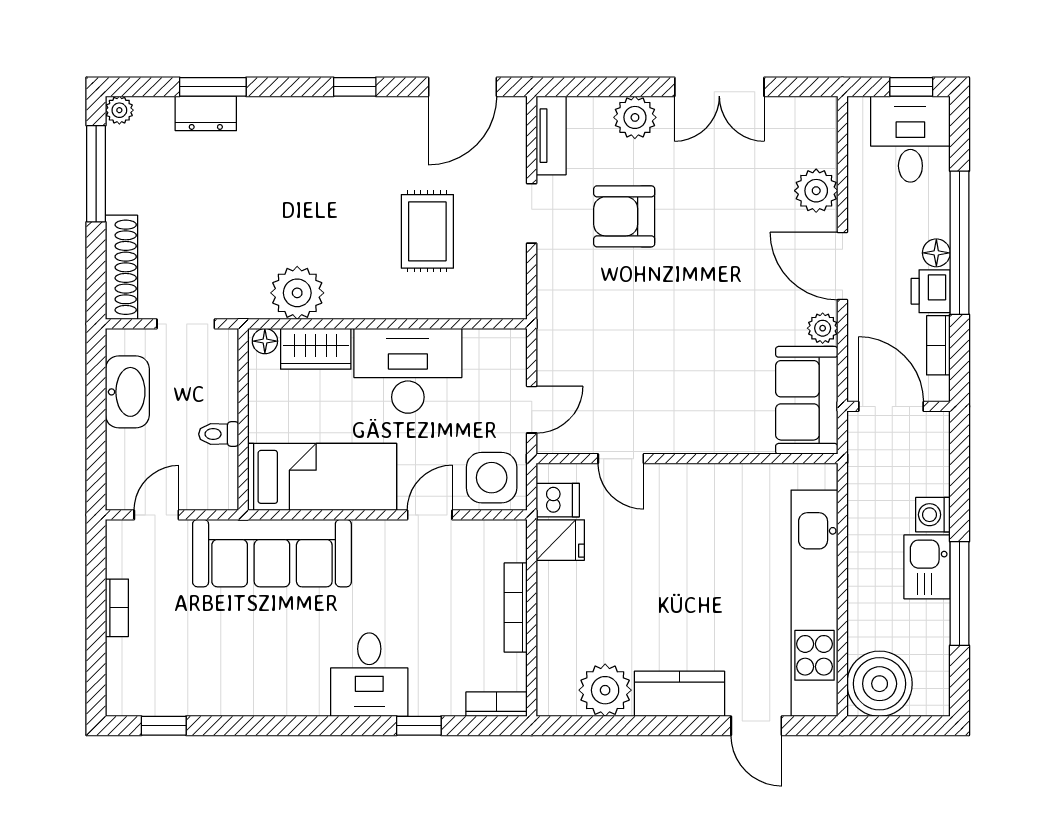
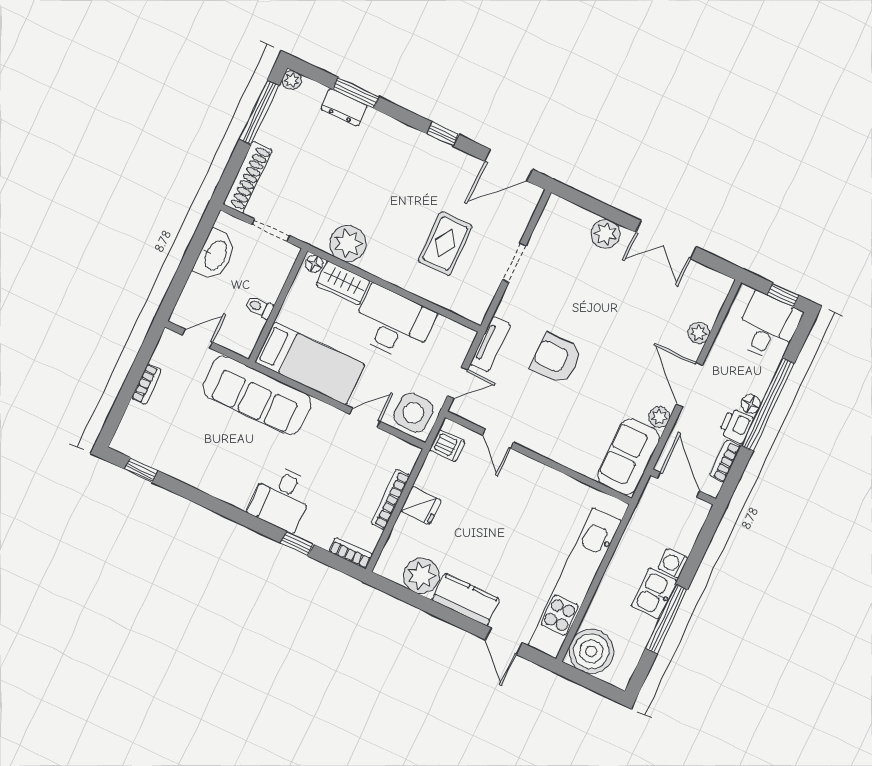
tv unit: (551, 136) -> (490, 344), moved
plant: (816, 191) -> (699, 333), width x0.73, depth x0.73
armchair: (624, 216) -> (556, 359), moved
fridge: (560, 540) -> (421, 506), moved

